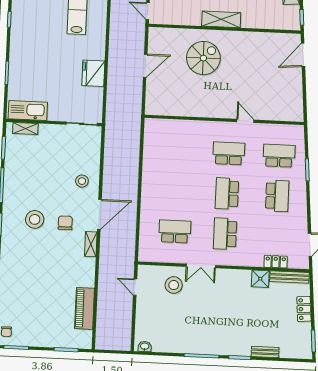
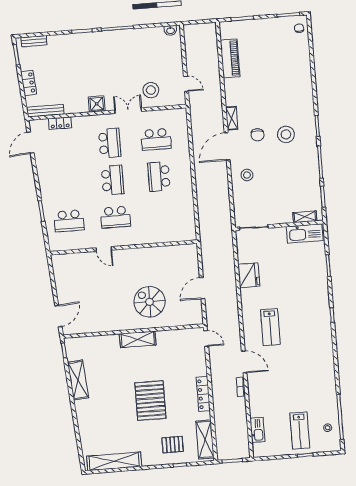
spiral stairs: (203, 58) -> (150, 302), turned 90
school desk: (277, 196) -> (159, 176), moved
shower: (260, 279) -> (97, 104), moved
bench: (265, 352) -> (34, 41), moved

